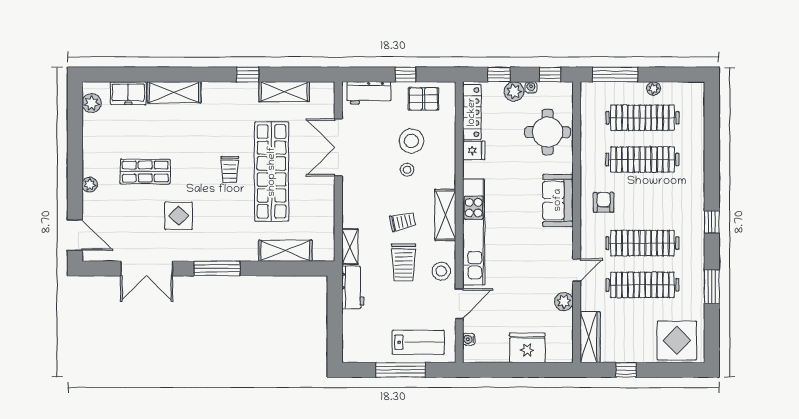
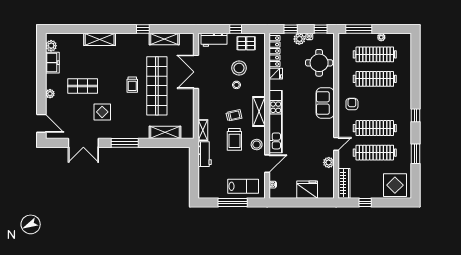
freezer: (128, 93) -> (52, 63), moved, turned -90

